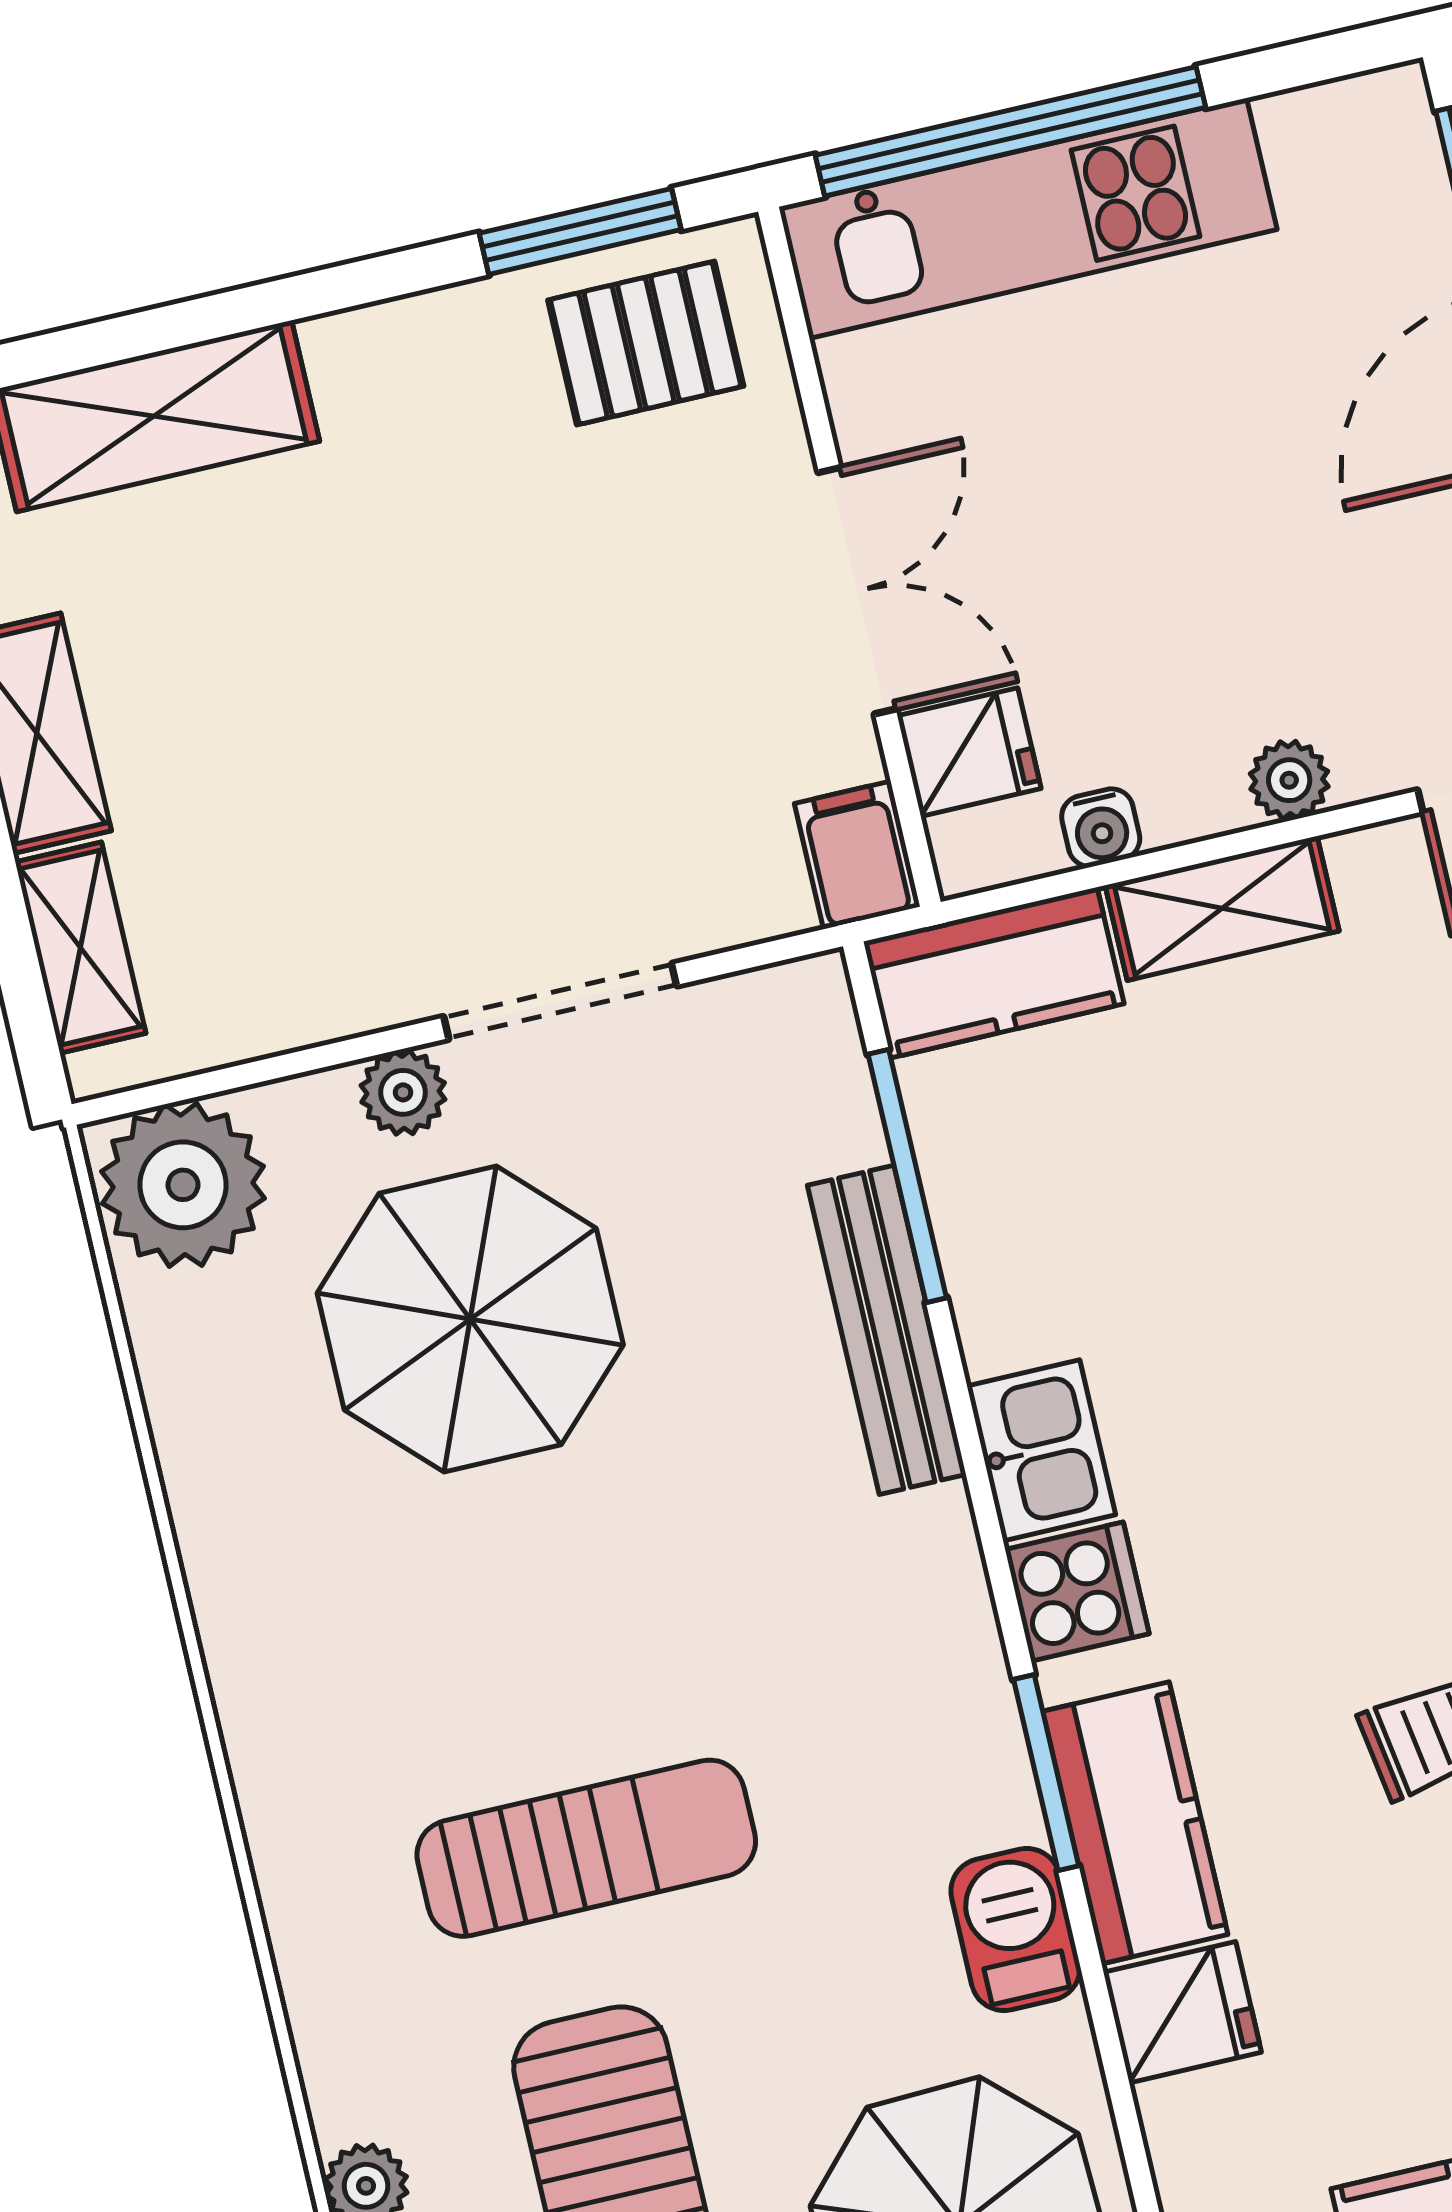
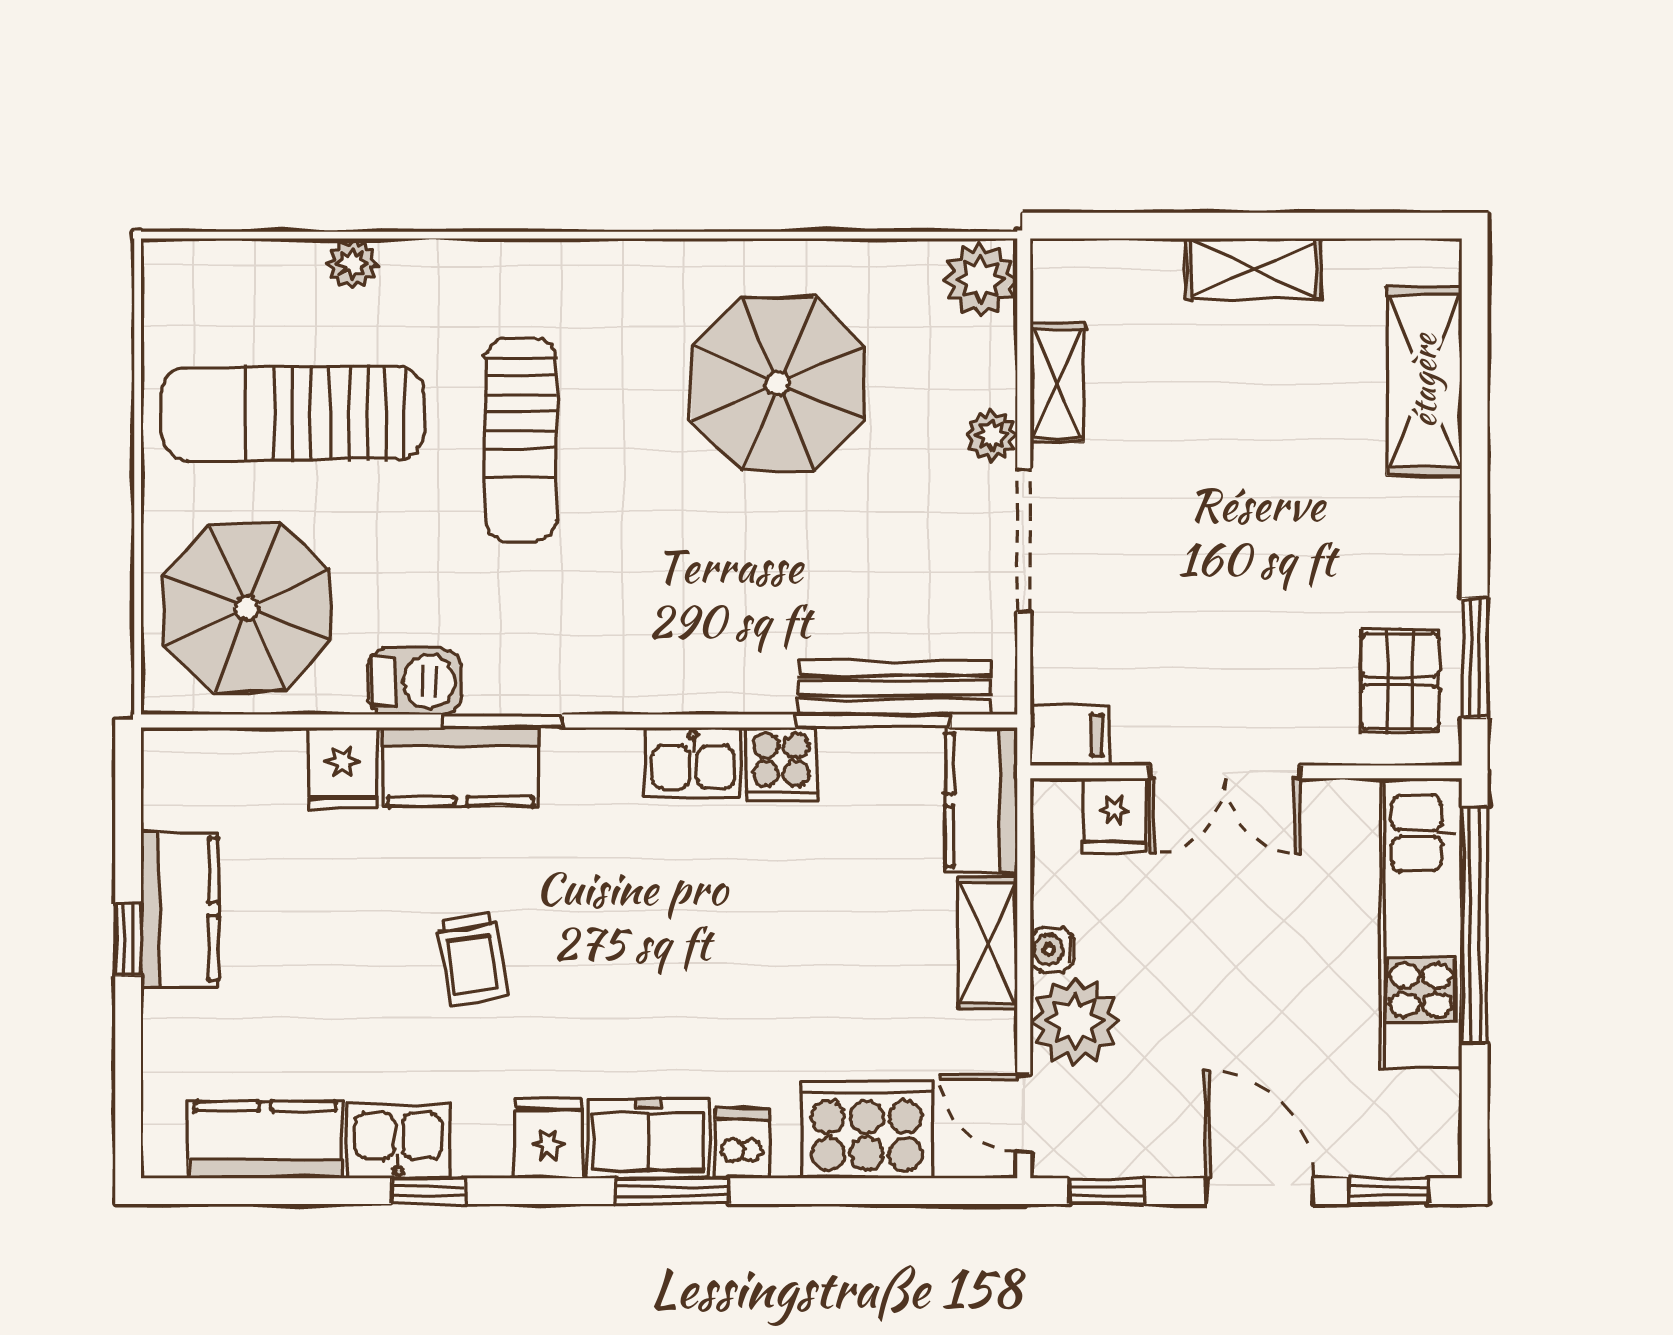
plant: (1289, 780) -> (1075, 1021), width x1.87, depth x1.87
water cooler: (1101, 828) -> (1052, 950), moved
shelving: (80, 948) -> (1057, 383), moved, turned 90
plant: (183, 1185) -> (981, 280), width x0.73, depth x0.73
parasol: (470, 1319) -> (778, 384), moved
bench: (887, 1330) -> (895, 688), moved
cooker: (1077, 1592) -> (781, 764), moved

